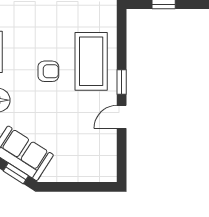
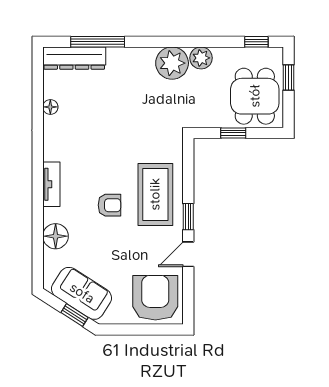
armchair: (91, 157) -> (155, 298), added

